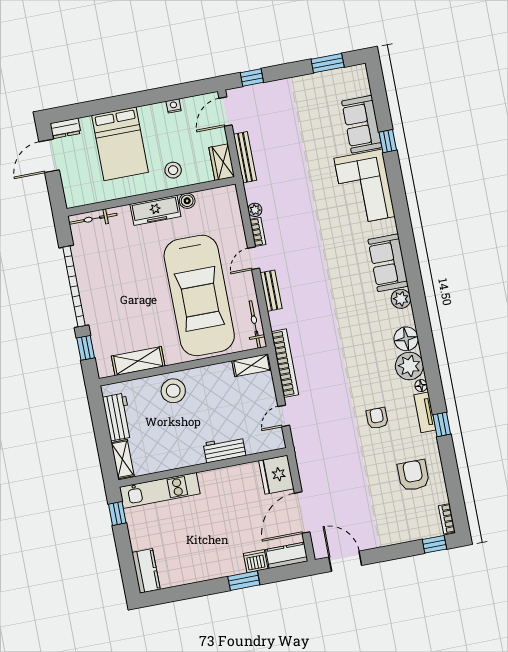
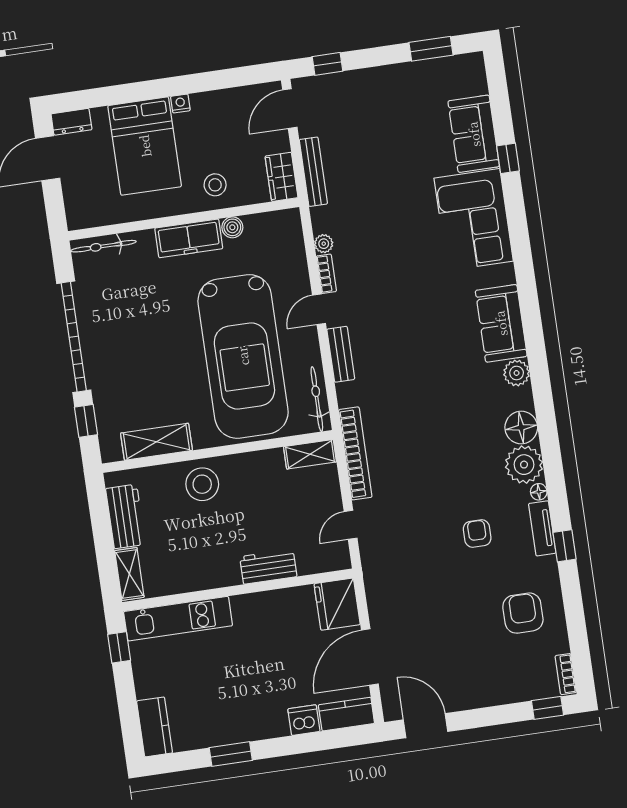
nightstand: (174, 106) -> (180, 103), moved
window: (244, 581) -> (231, 754), moved

